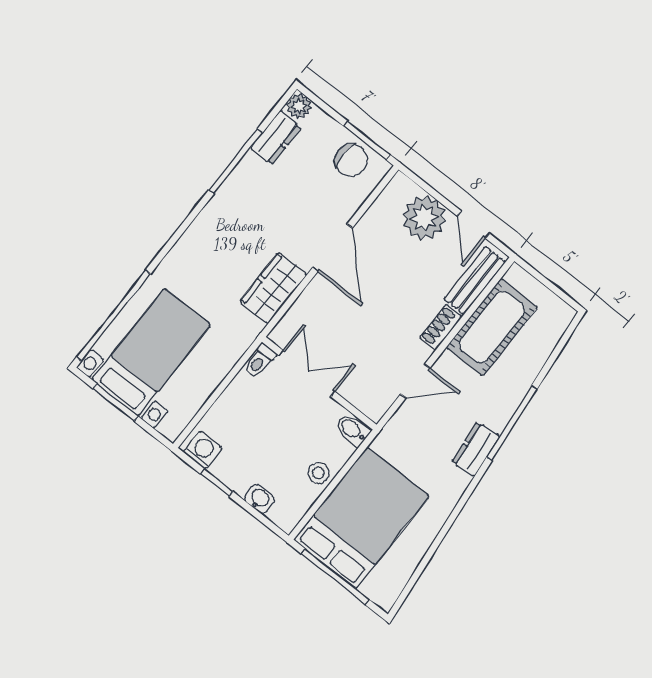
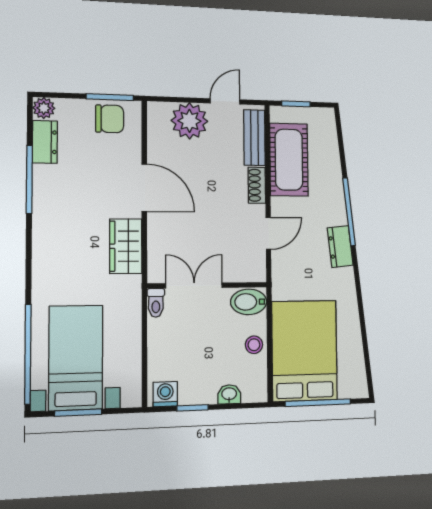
door: (473, 225) -> (225, 101), swing flipped
window: (542, 279) -> (296, 104), added
bidet: (352, 430) -> (249, 302), width x1.38, depth x1.36

